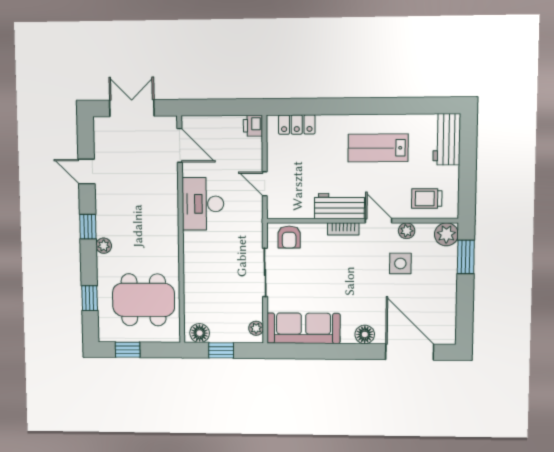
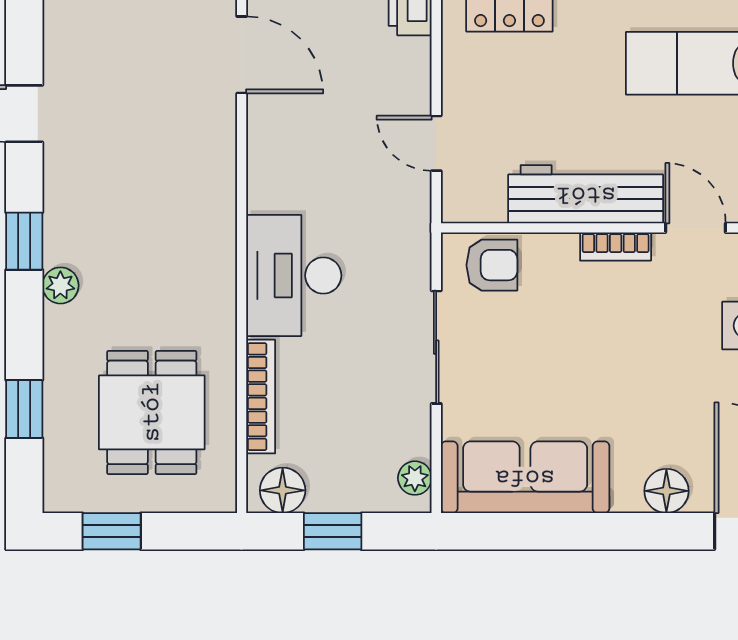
desk: (203, 204) -> (294, 275), moved
workbench: (339, 206) -> (586, 194), width x1.38
armchair: (289, 237) -> (492, 265), turned -90
bookcase: (190, 293) -> (261, 397), added
dining table: (144, 300) -> (152, 412), width x0.73

